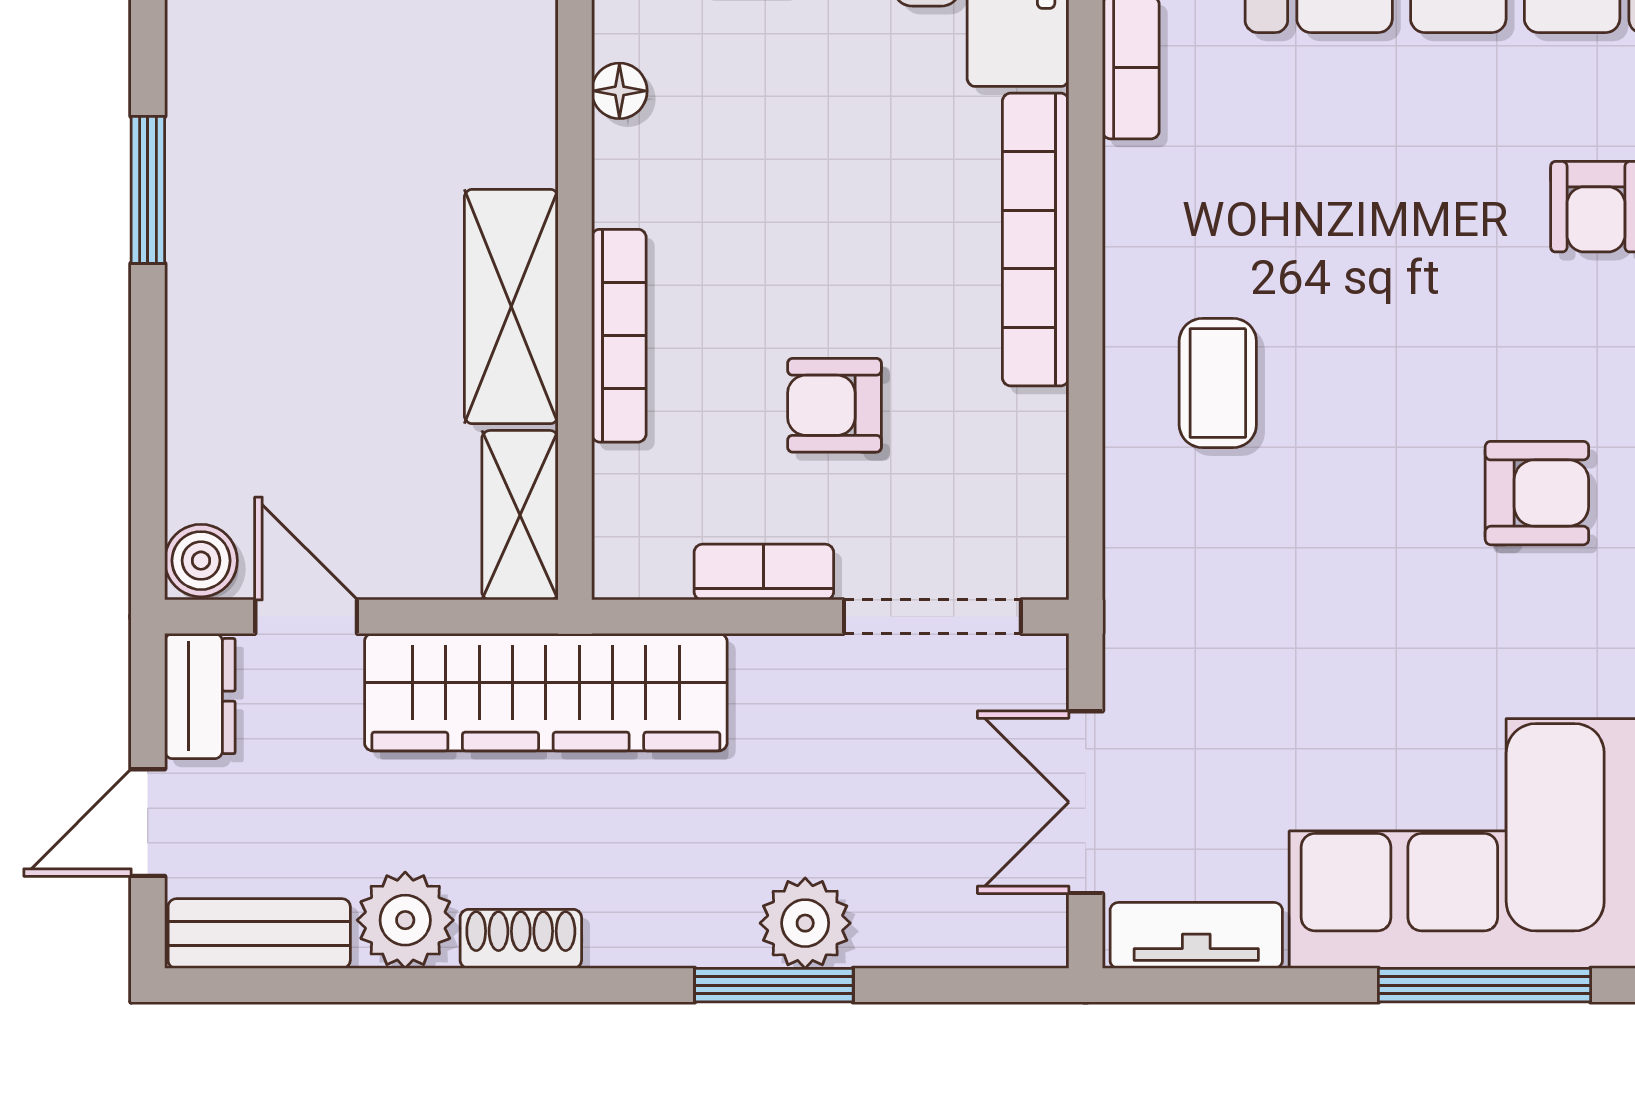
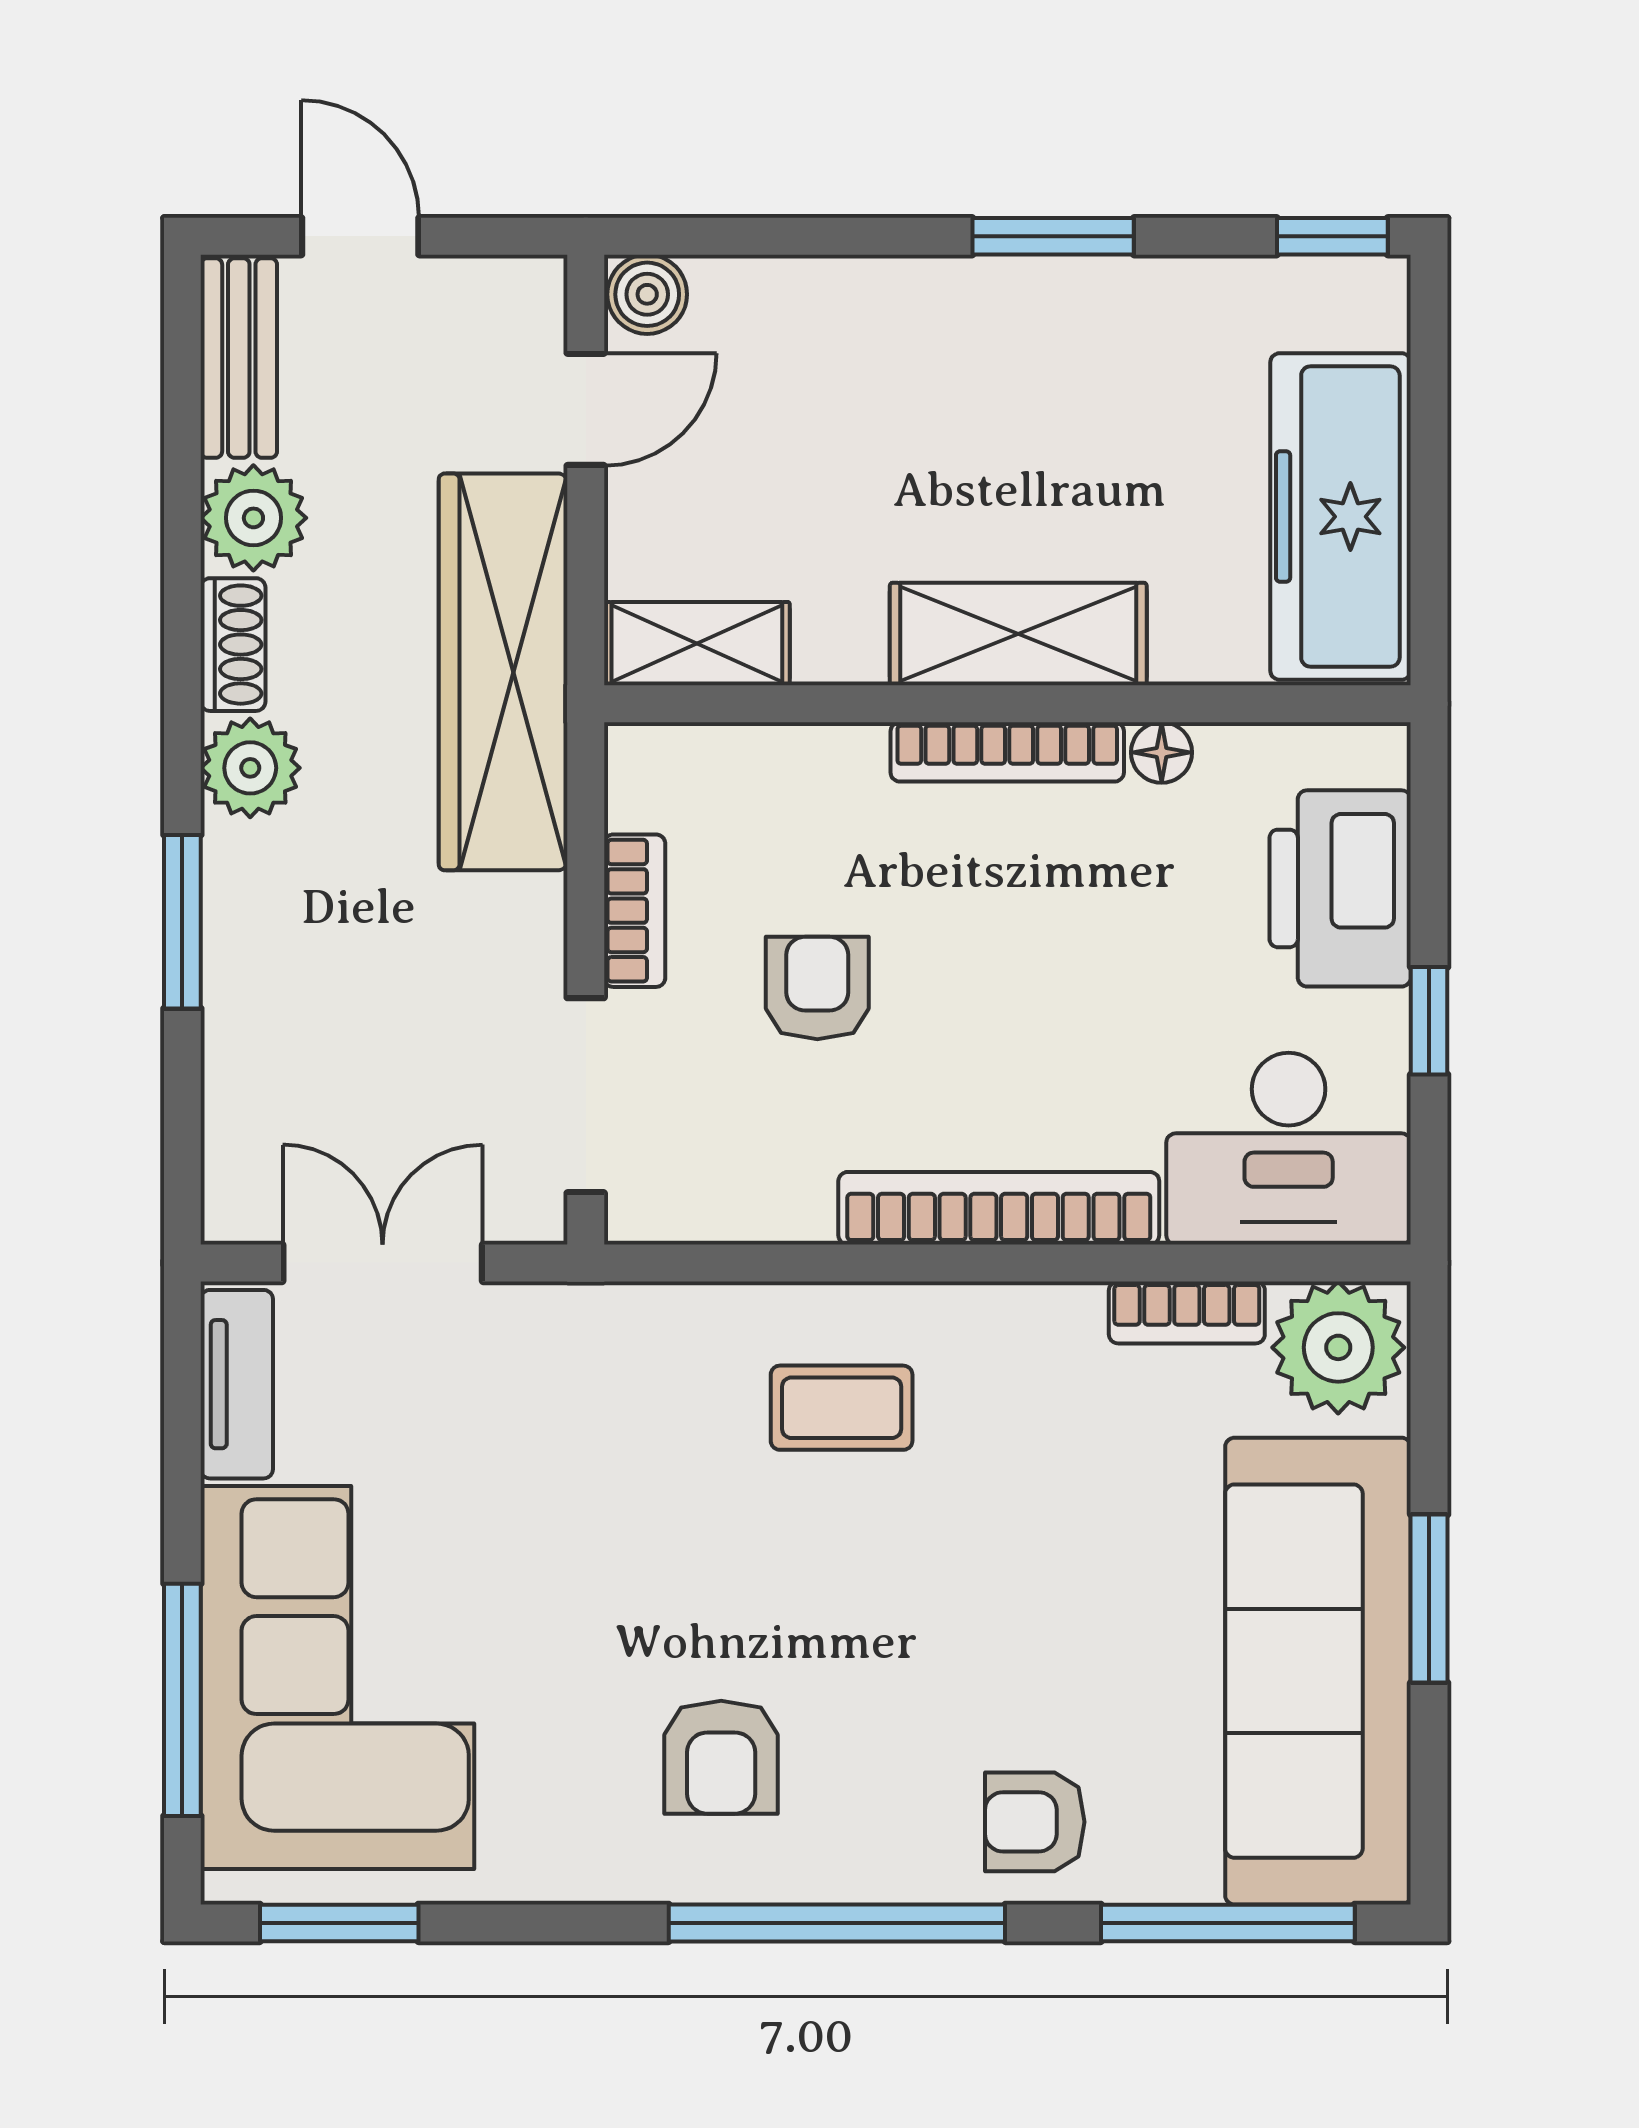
shelving: (511, 306) -> (1018, 634), moved
bookcase: (619, 336) -> (1007, 752), moved
dresser: (200, 696) -> (499, 293), removed
plant: (805, 923) -> (250, 768), moved

